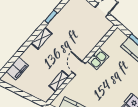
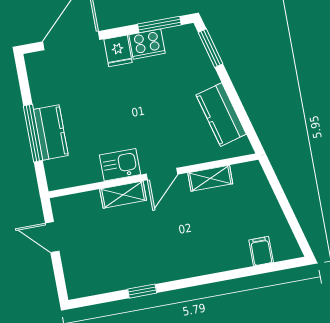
shelving: (42, 38) -> (123, 195), moved
filing cabinet: (17, 69) -> (261, 251), width x0.50

